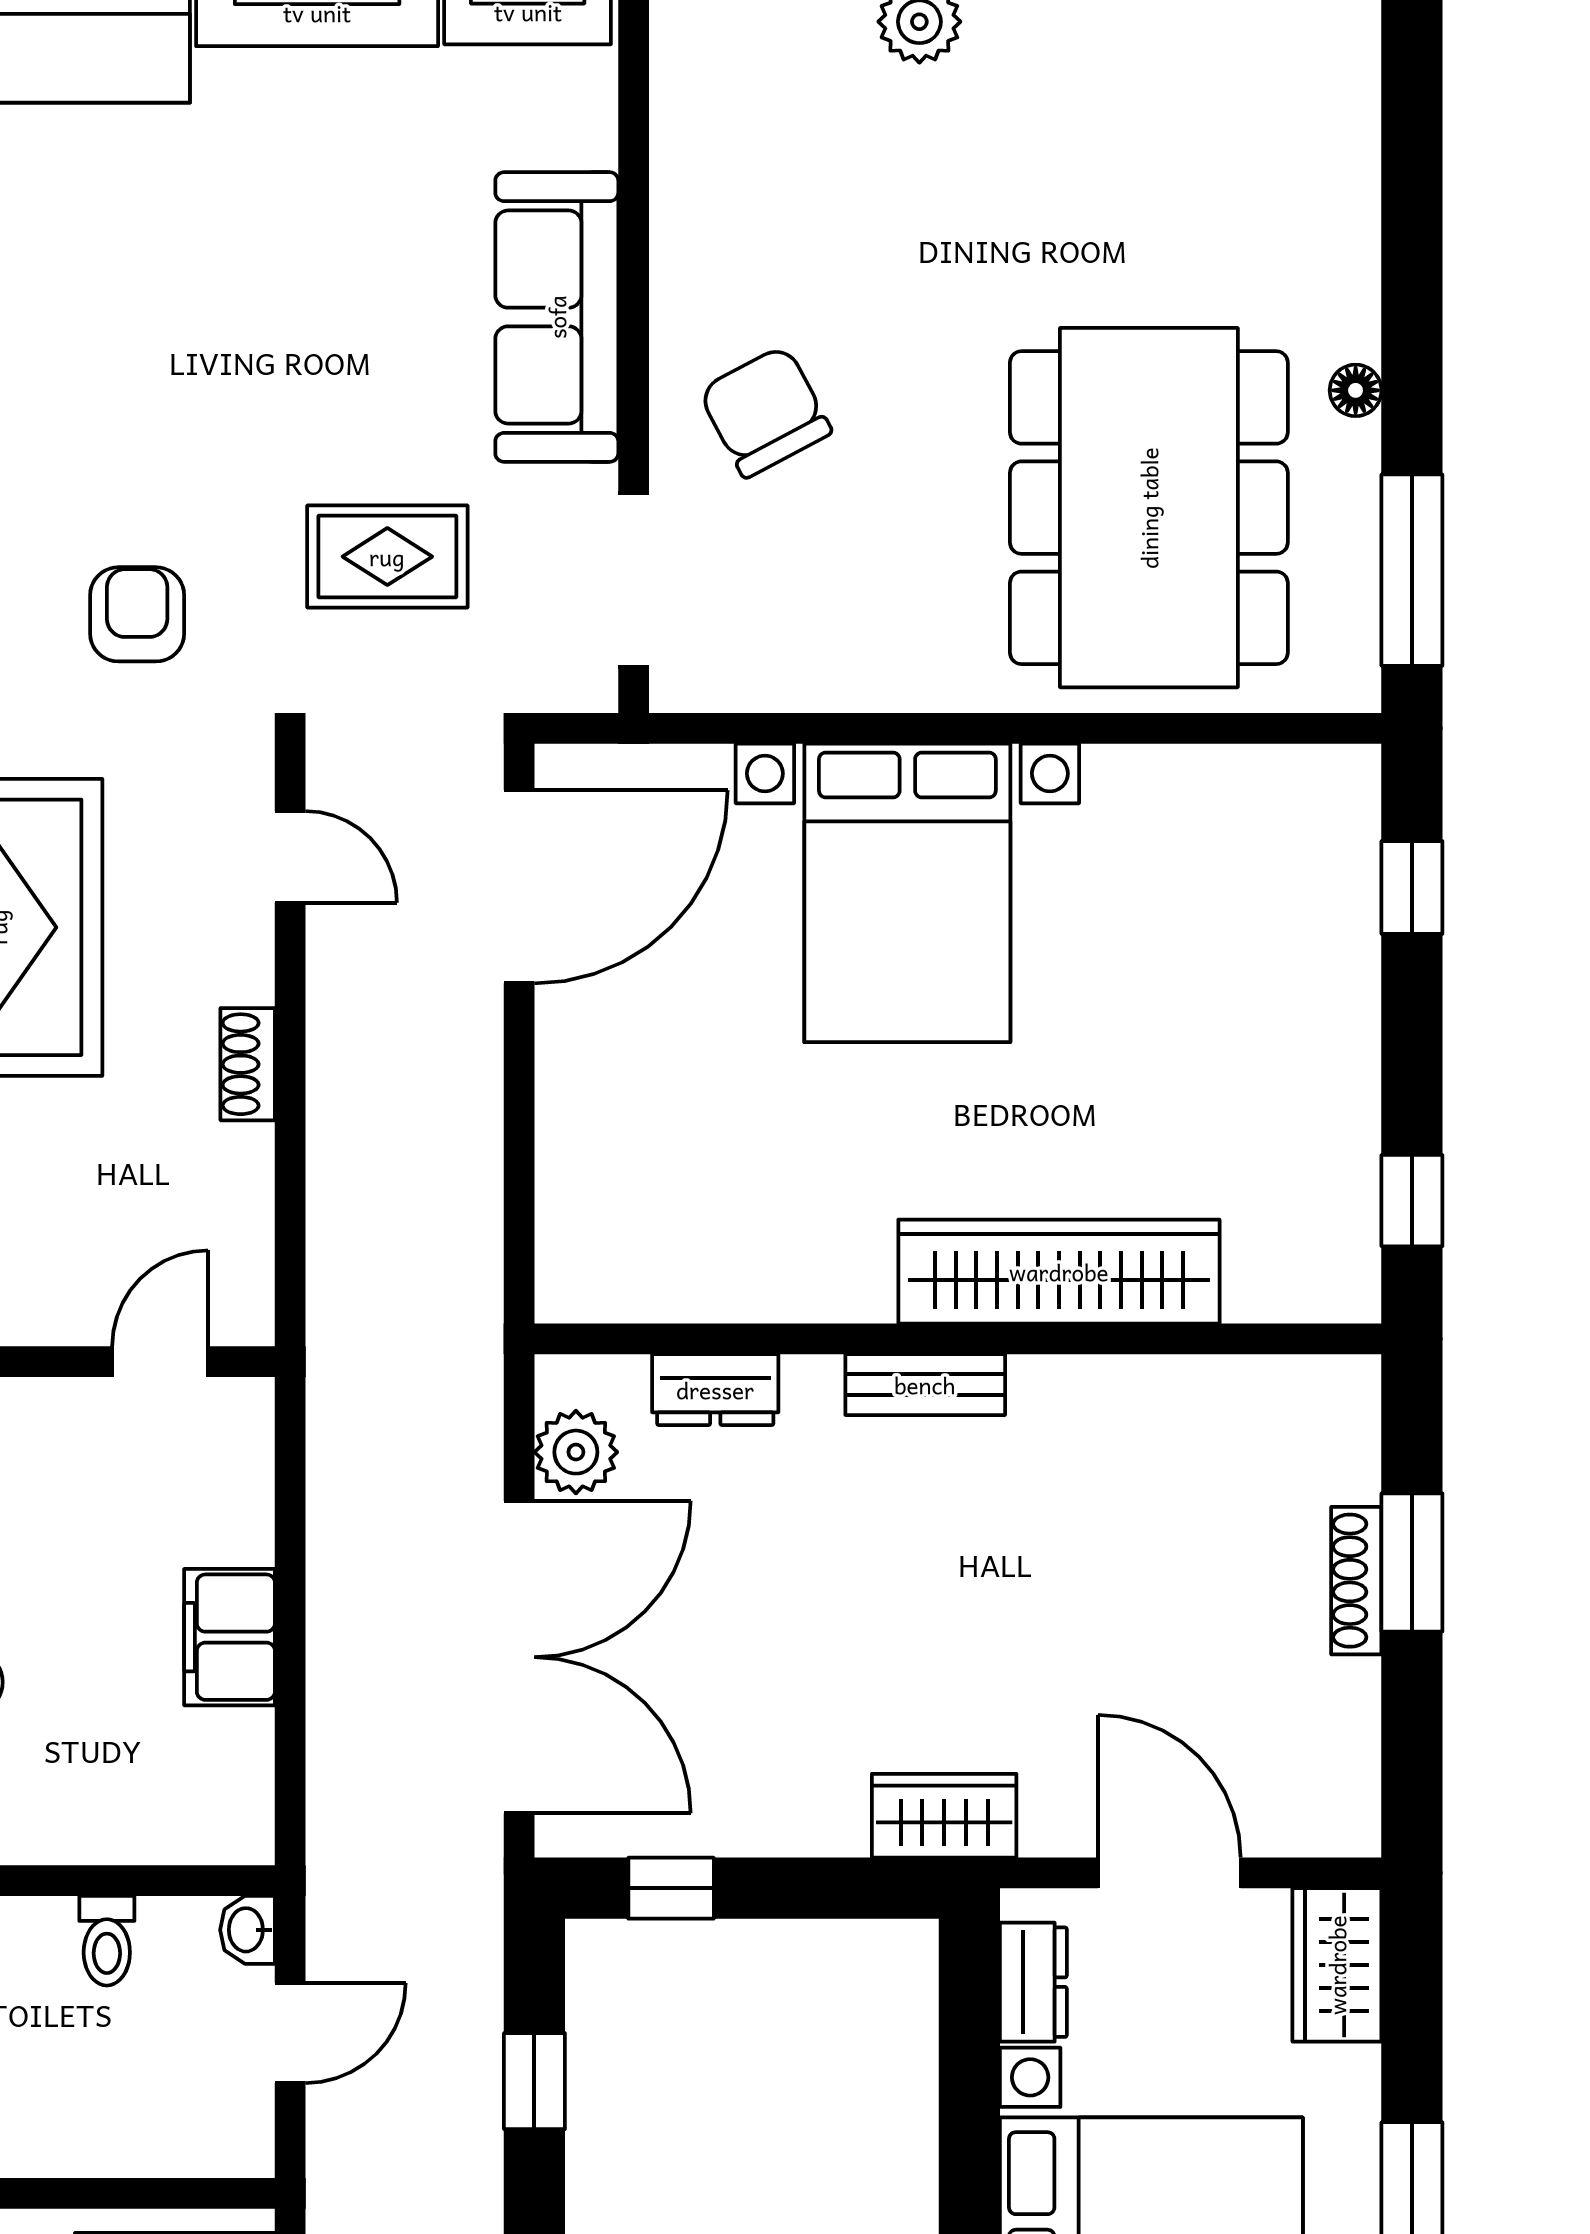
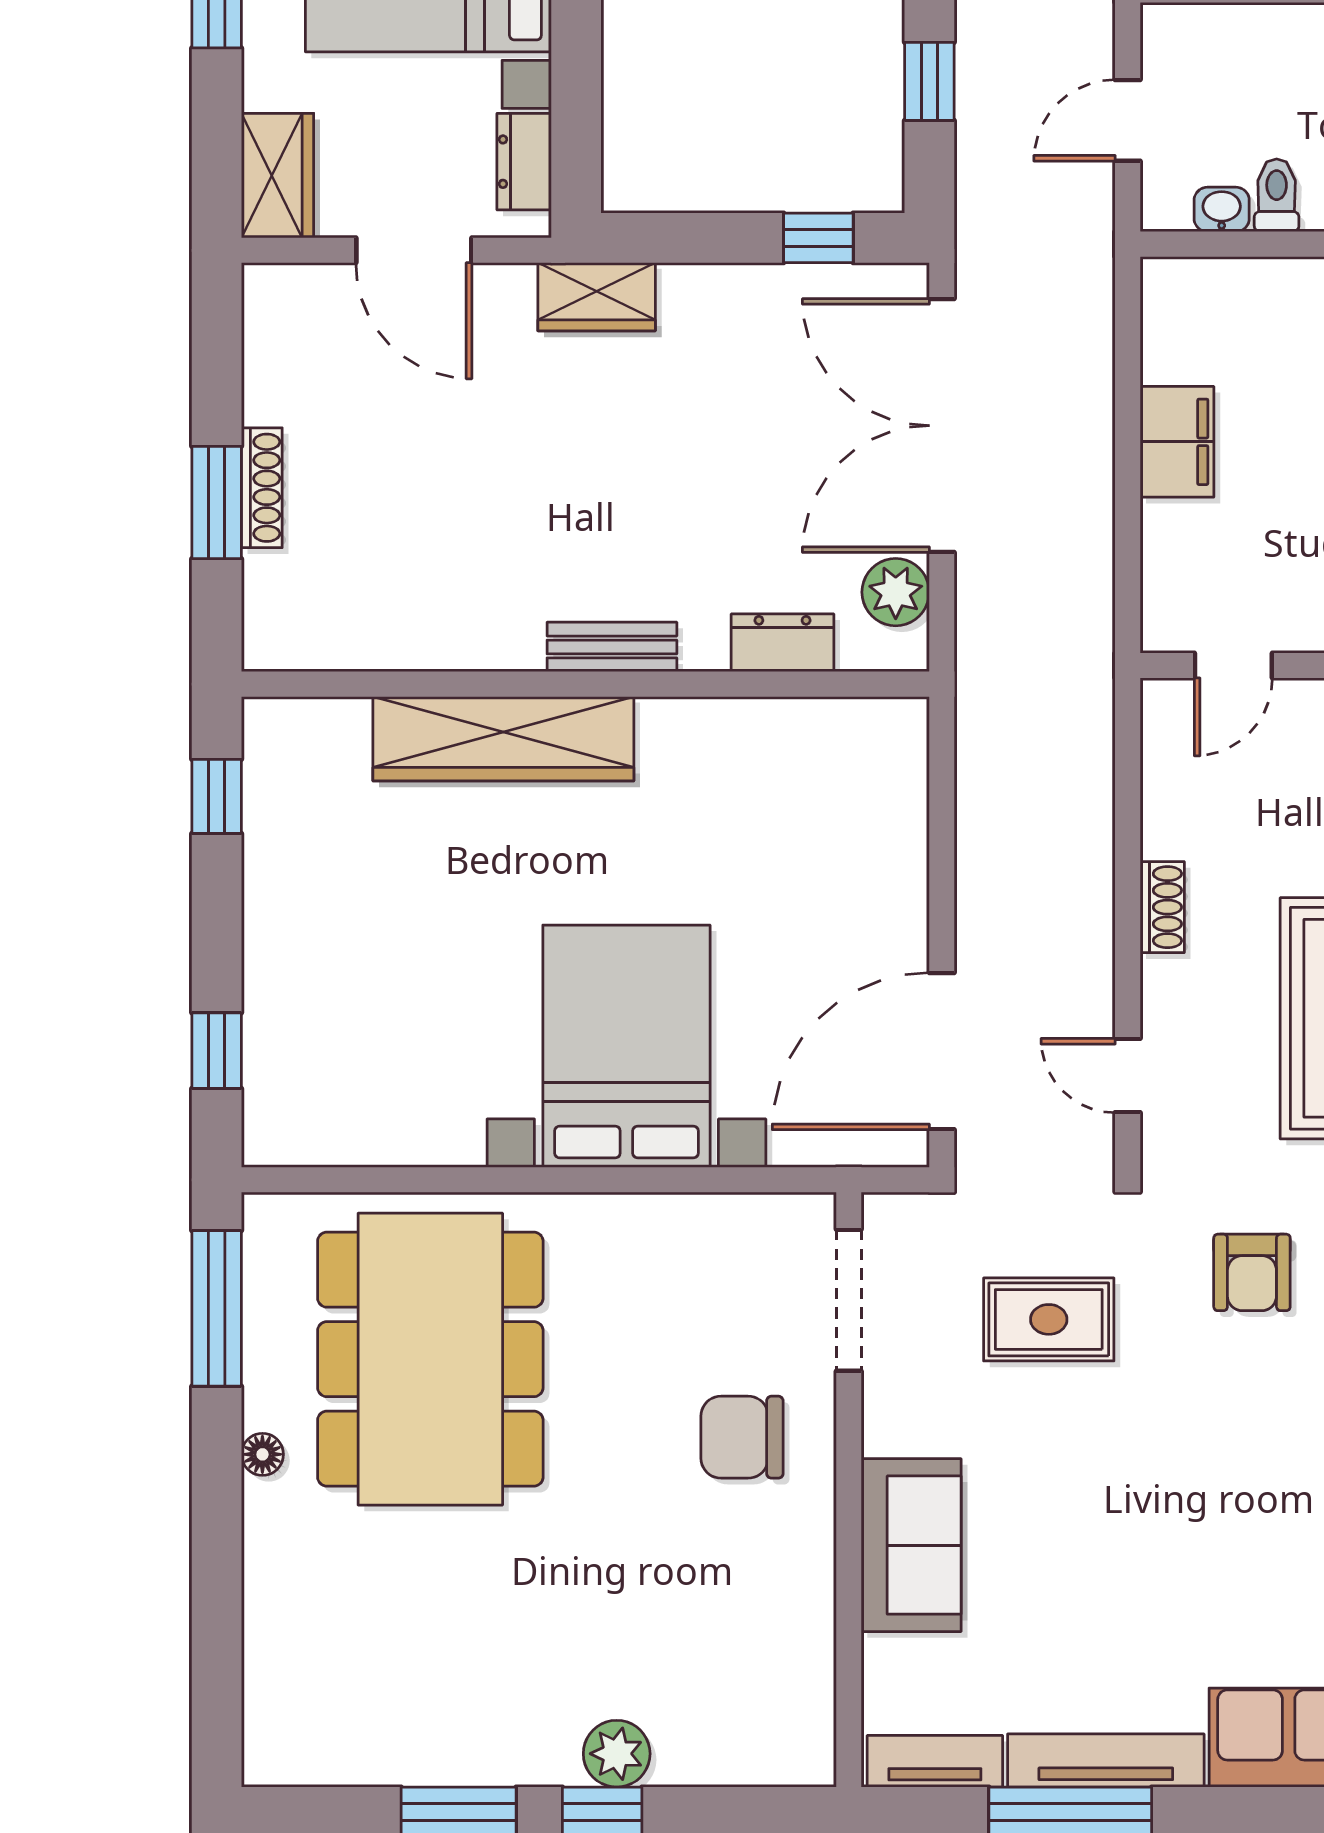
sofa: (557, 317) -> (911, 1545), width x0.73
chair: (765, 412) -> (742, 1437), turned 118
washbasin: (248, 1930) -> (1222, 209), moved, turned -90

